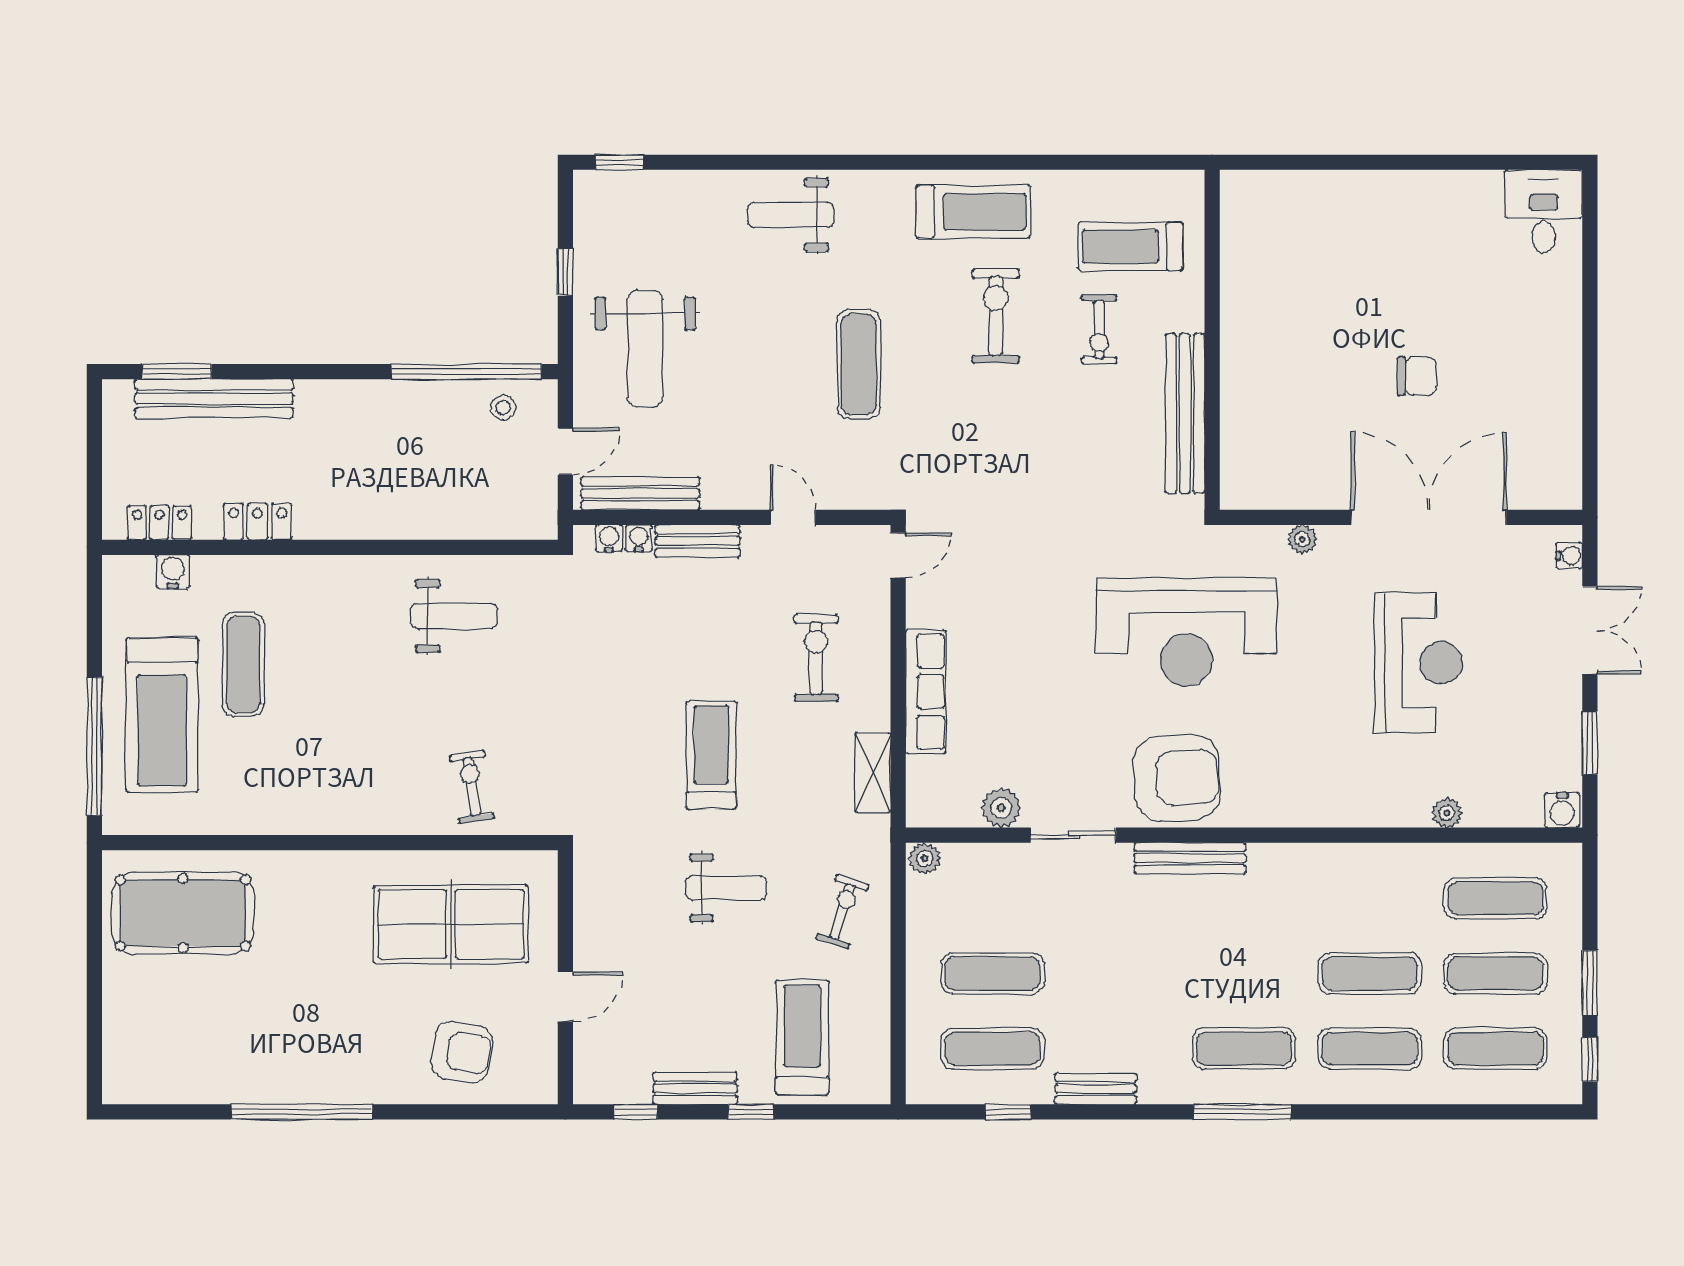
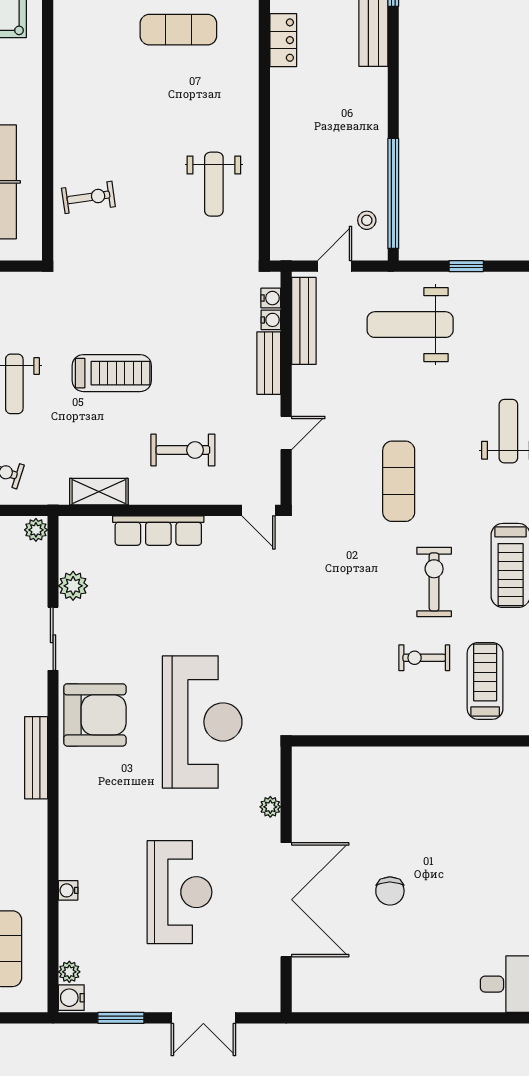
exercise bike: (996, 316) -> (434, 582), turned -90
exercise mat: (859, 364) -> (399, 481), turned 90
bench: (1185, 413) -> (363, 721), removed
door: (565, 451) -> (335, 266), swing flipped
water cooler: (1569, 556) -> (68, 890), moved, turned 90
reception desk: (1187, 632) -> (202, 722), turned 180
reception desk: (1418, 663) -> (180, 892), turned -90
armchair: (1177, 778) -> (95, 715), turned -86
plant: (1447, 813) -> (69, 972), moved
bench: (1190, 858) -> (36, 758), moved

